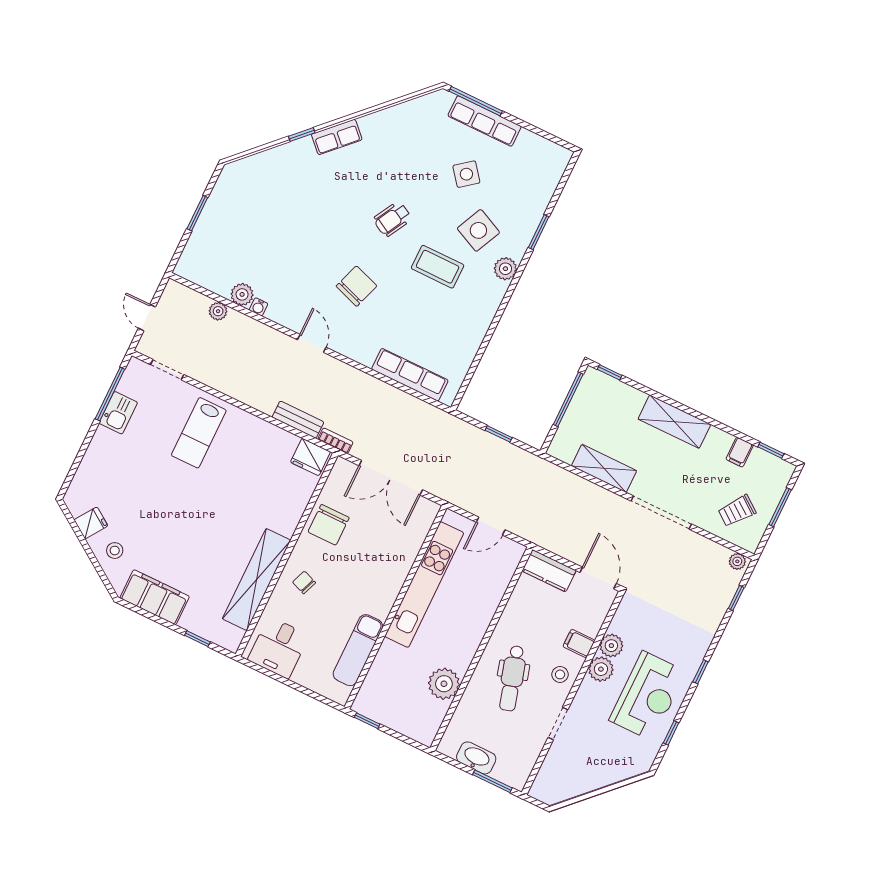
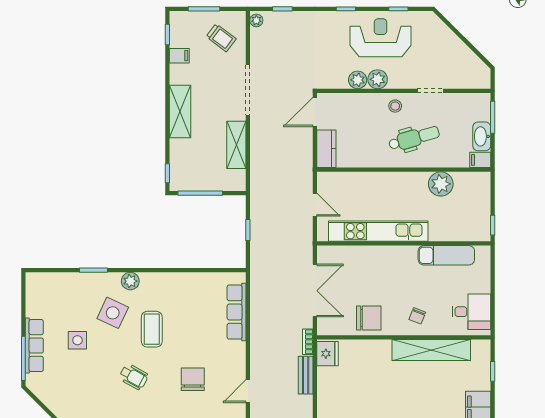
side table: (466, 174) -> (77, 340), turned 38
chair: (356, 286) -> (193, 379), turned 71
filing cabinet: (579, 644) -> (480, 160), moved, turned 90

